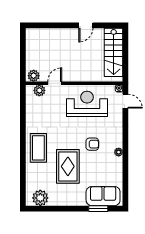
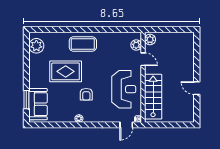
stairs: (114, 52) -> (153, 97), moved, turned 90

